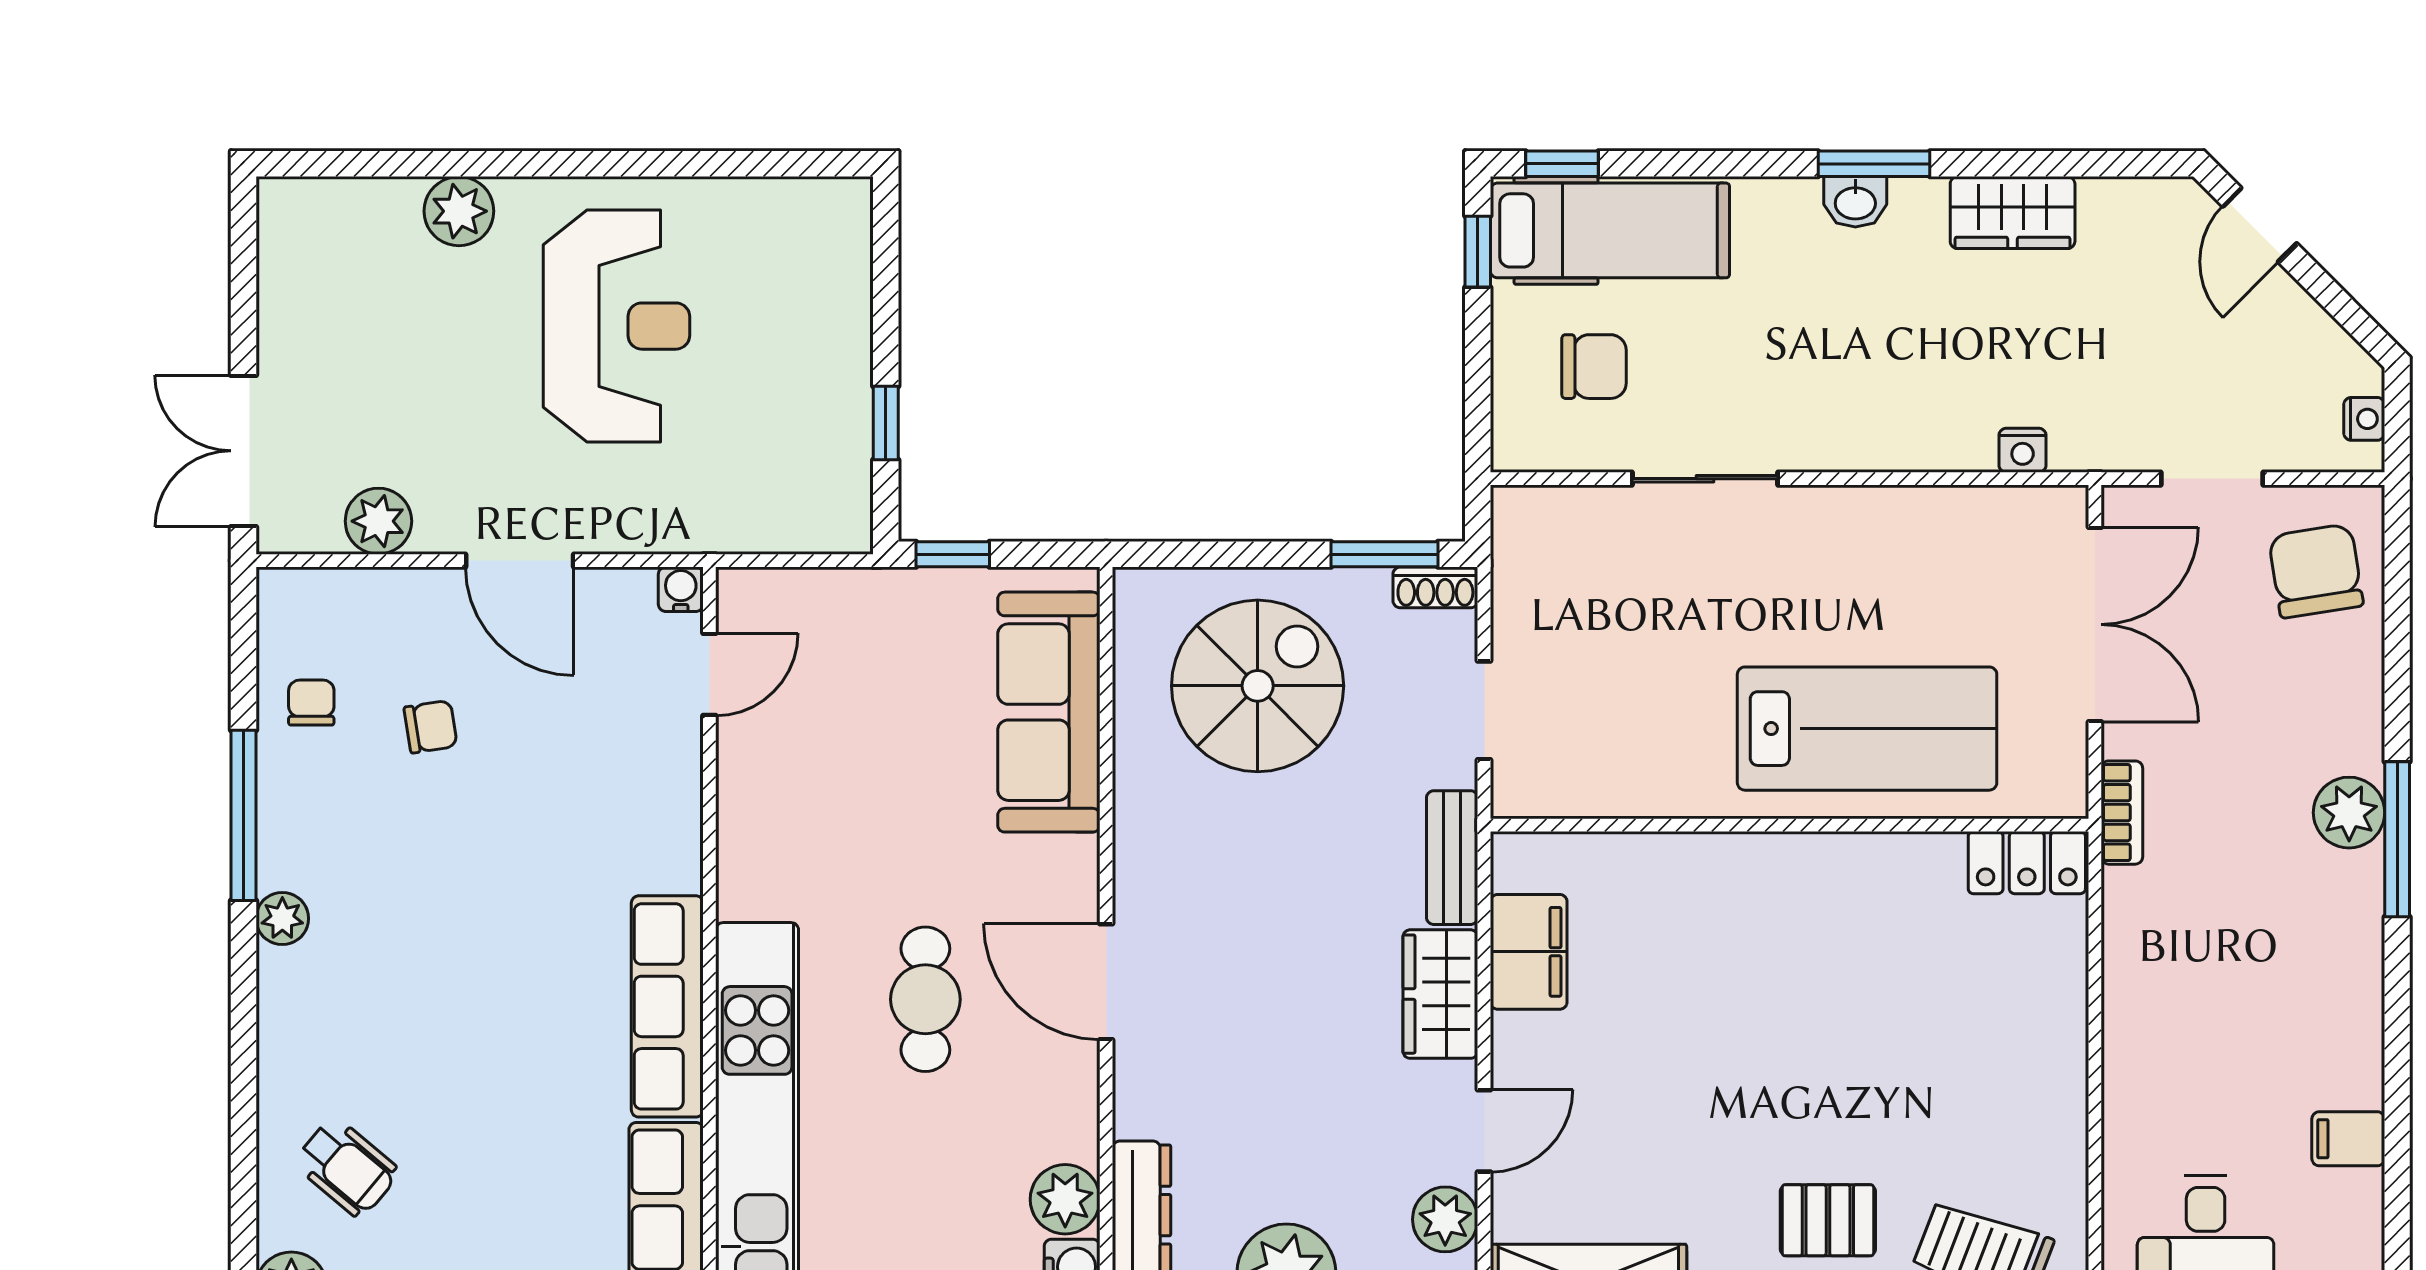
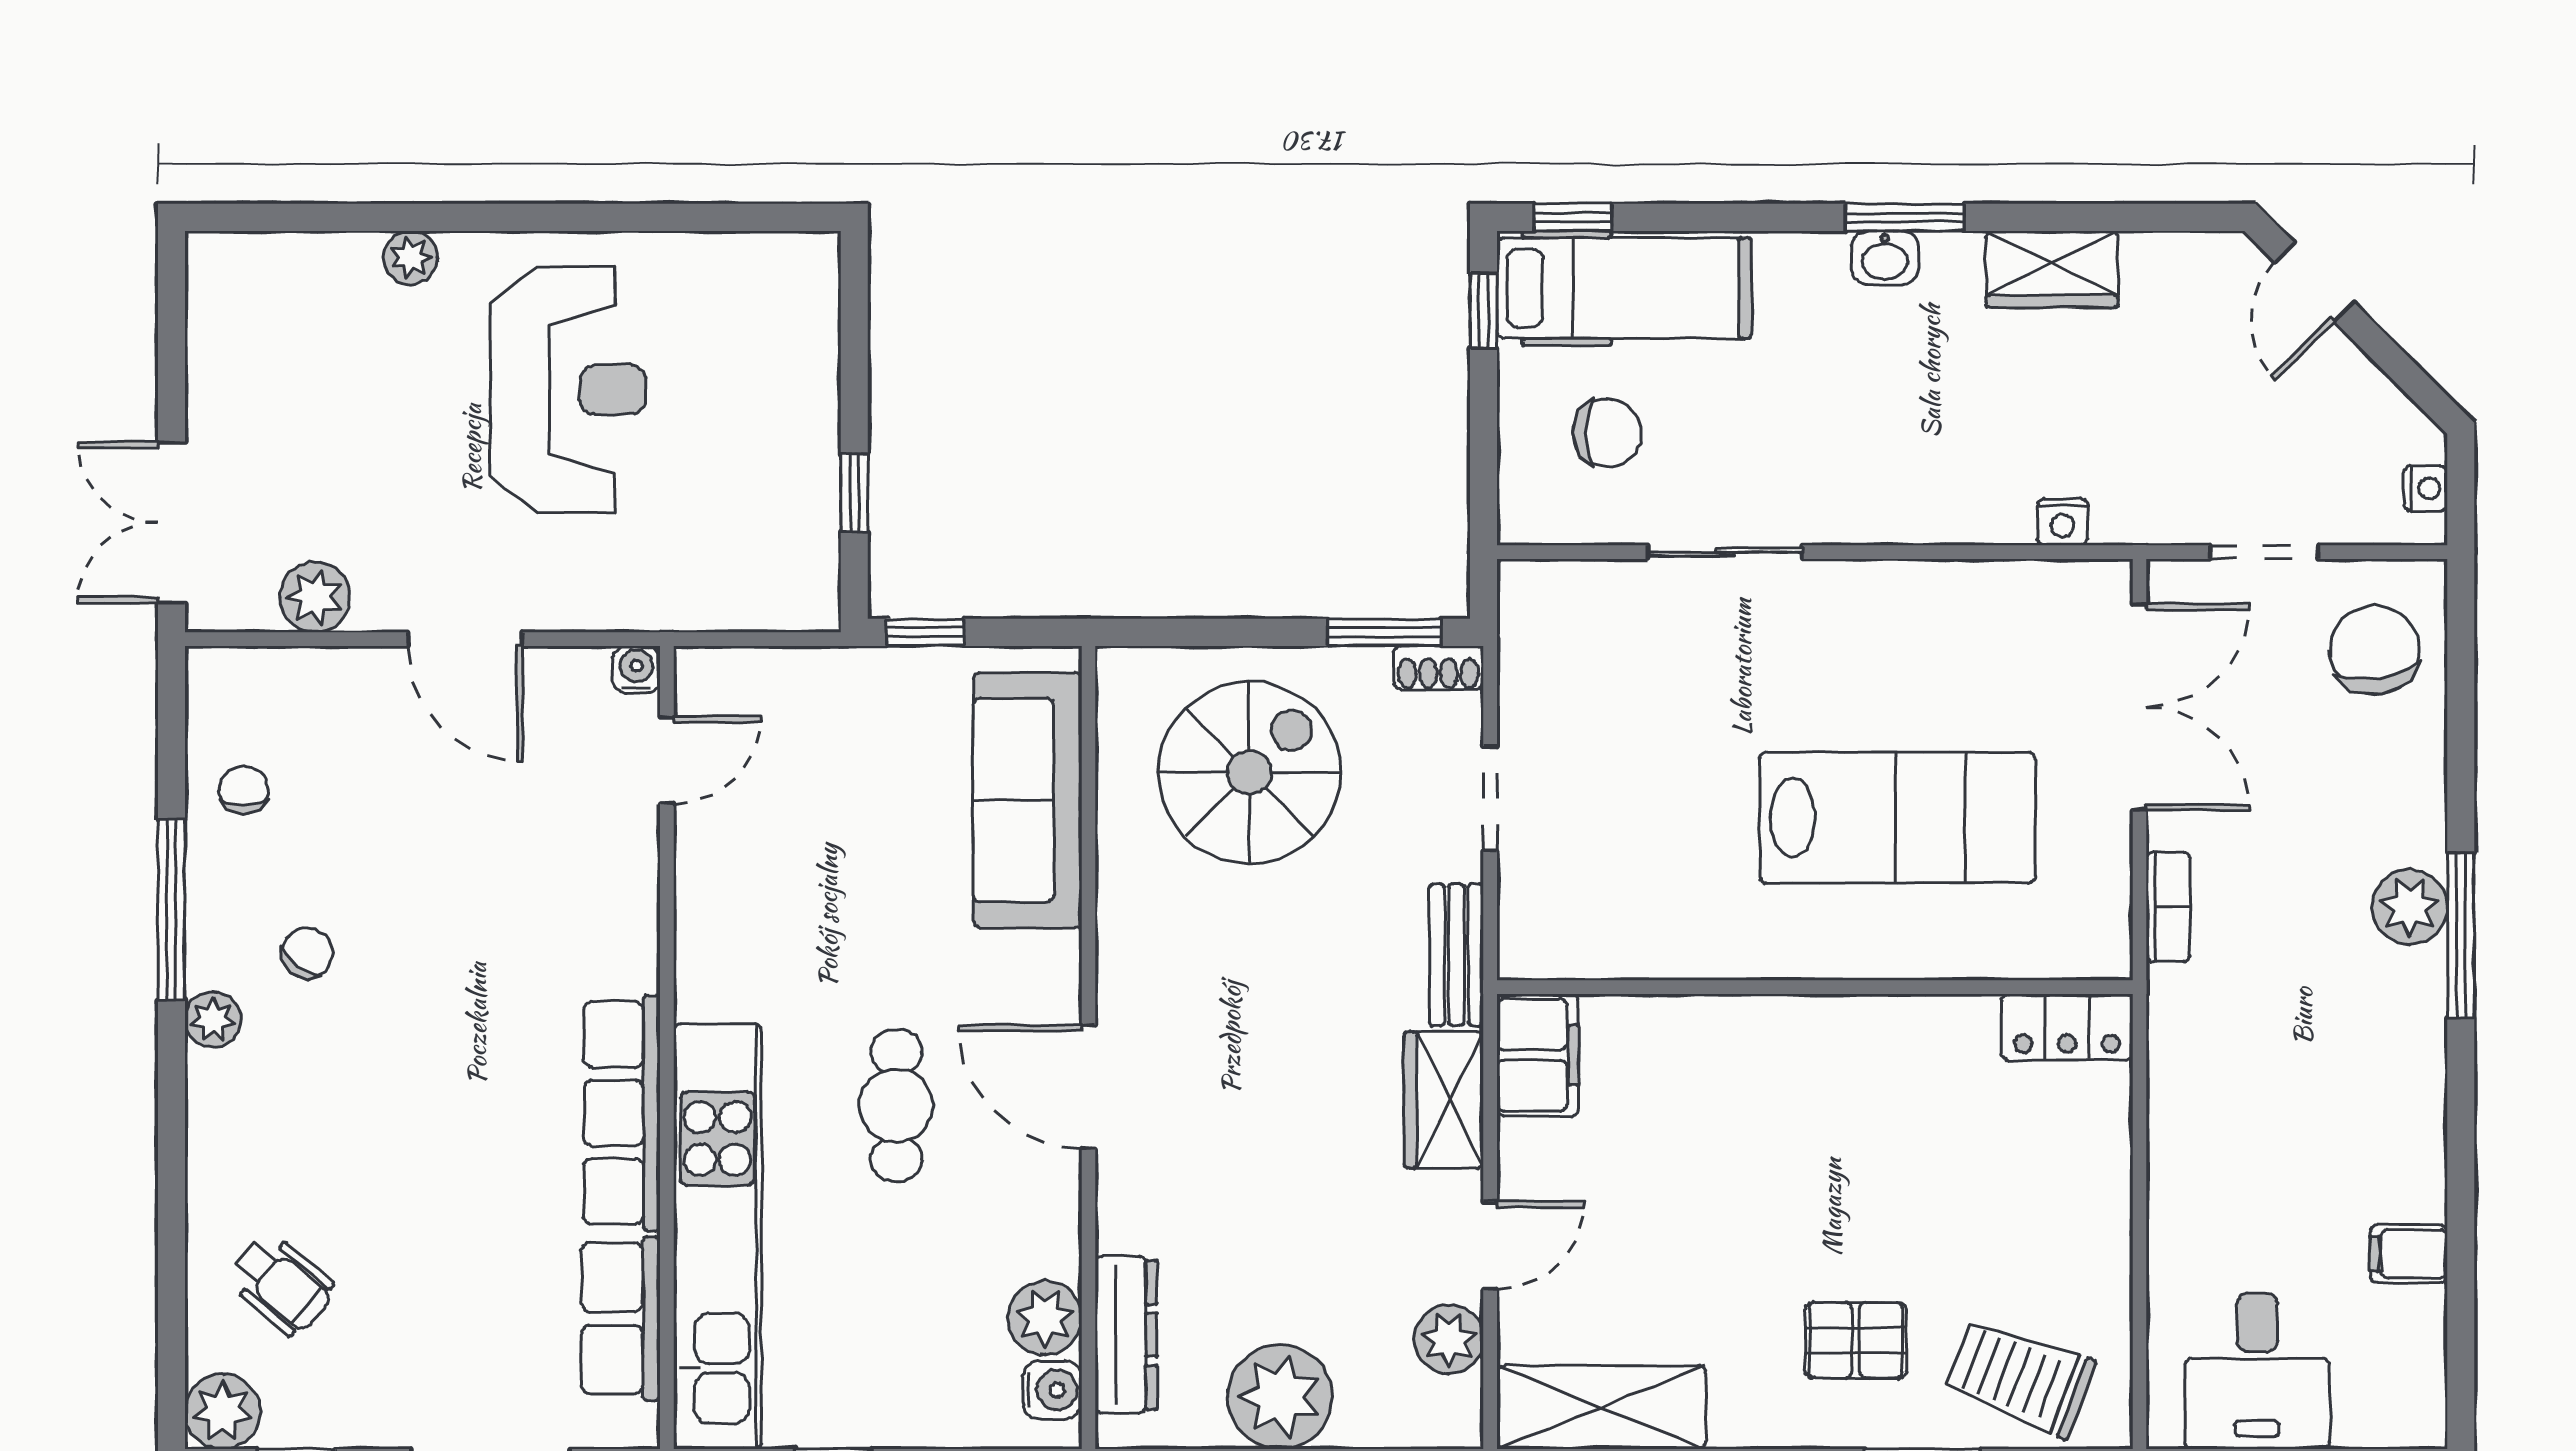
plant: (459, 211) -> (411, 258), width x0.73, depth x0.73
chair: (431, 727) -> (307, 953), moved, turned -44
wall: (1789, 825) -> (1815, 987), moved
locker: (2027, 863) -> (2067, 1027), moved

